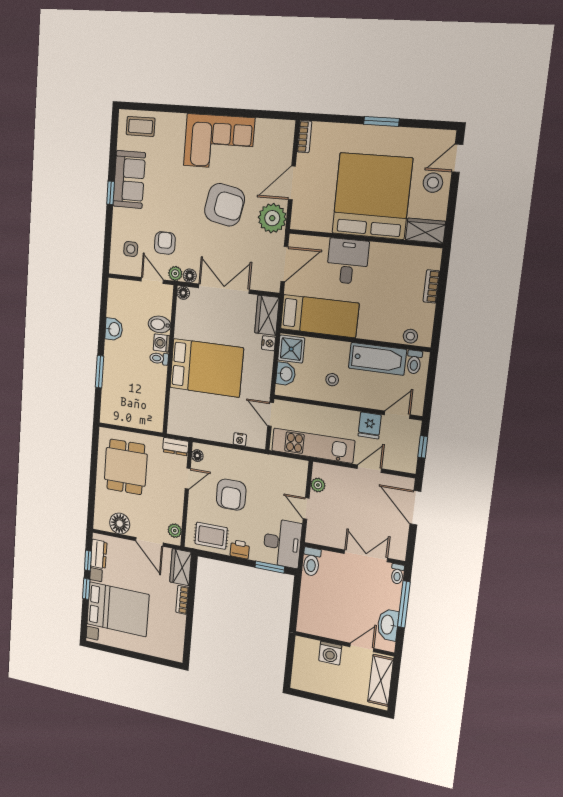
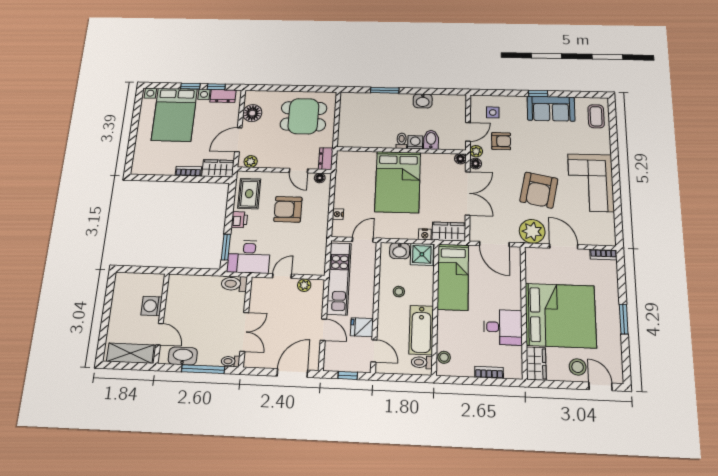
desk: (348, 261) -> (503, 327), moved

